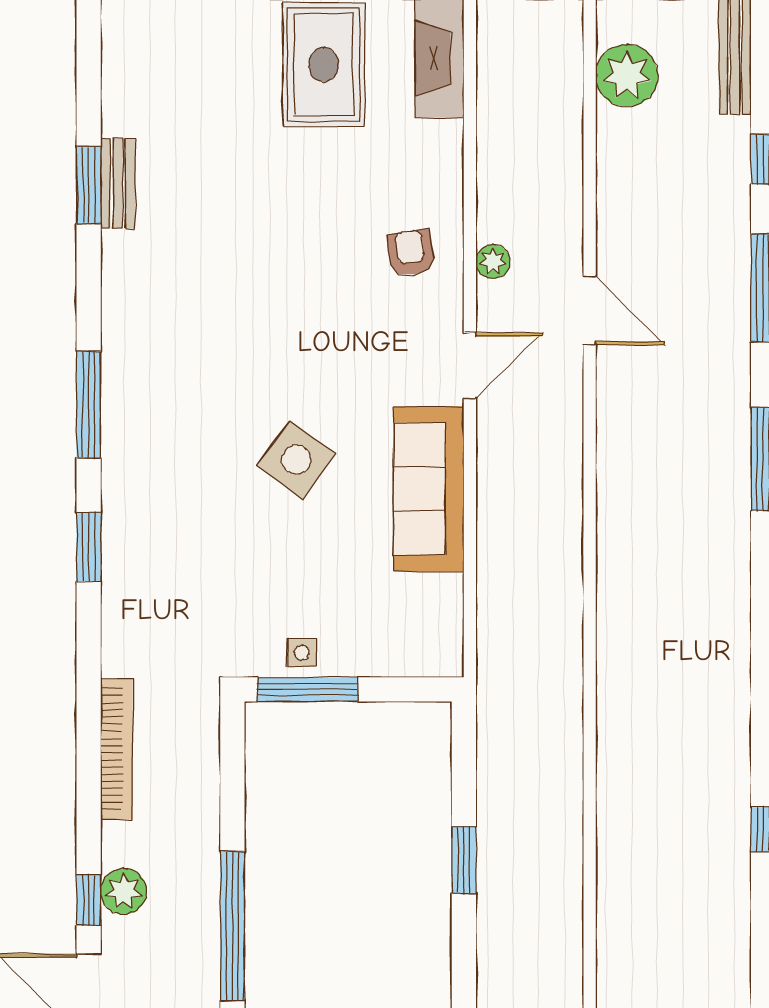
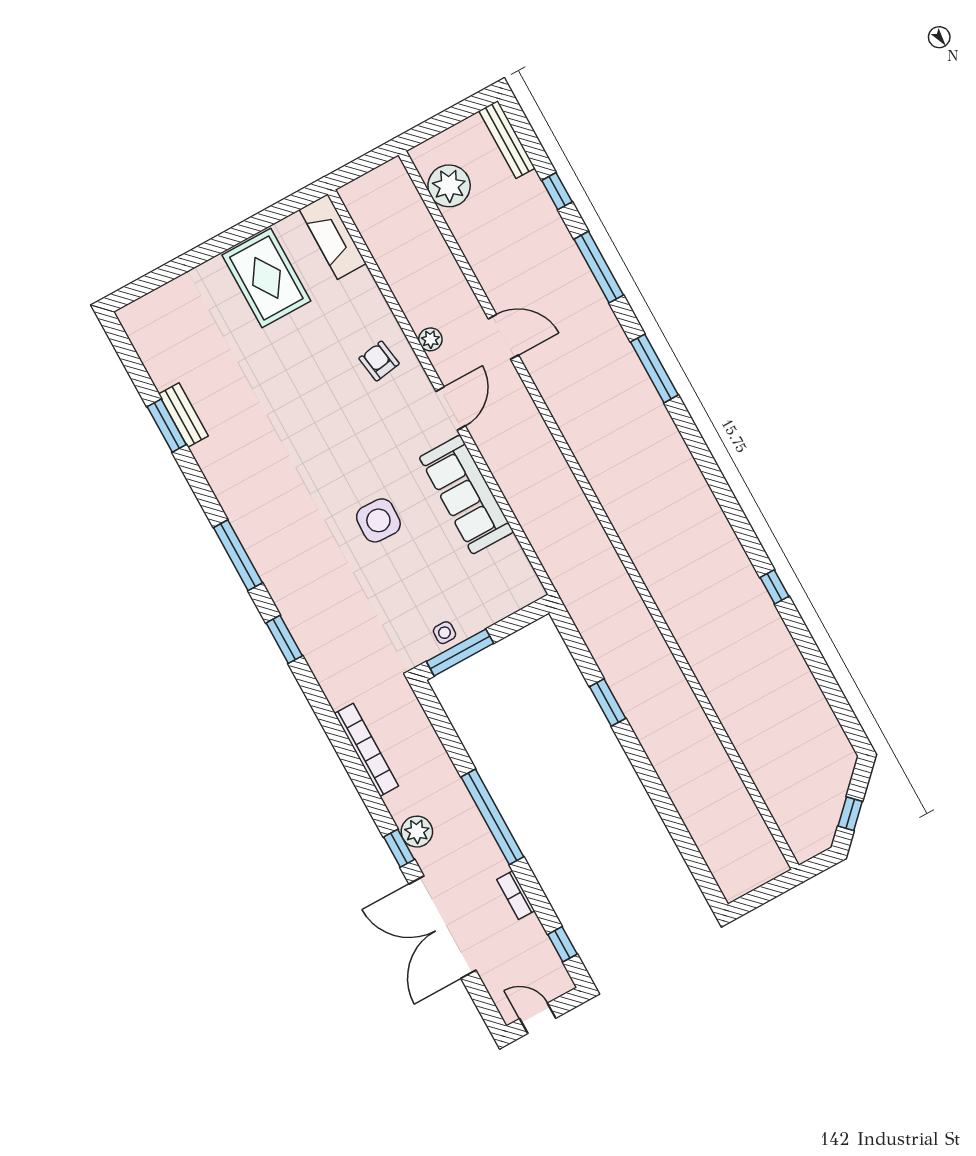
side table: (296, 460) -> (378, 520), turned -34

